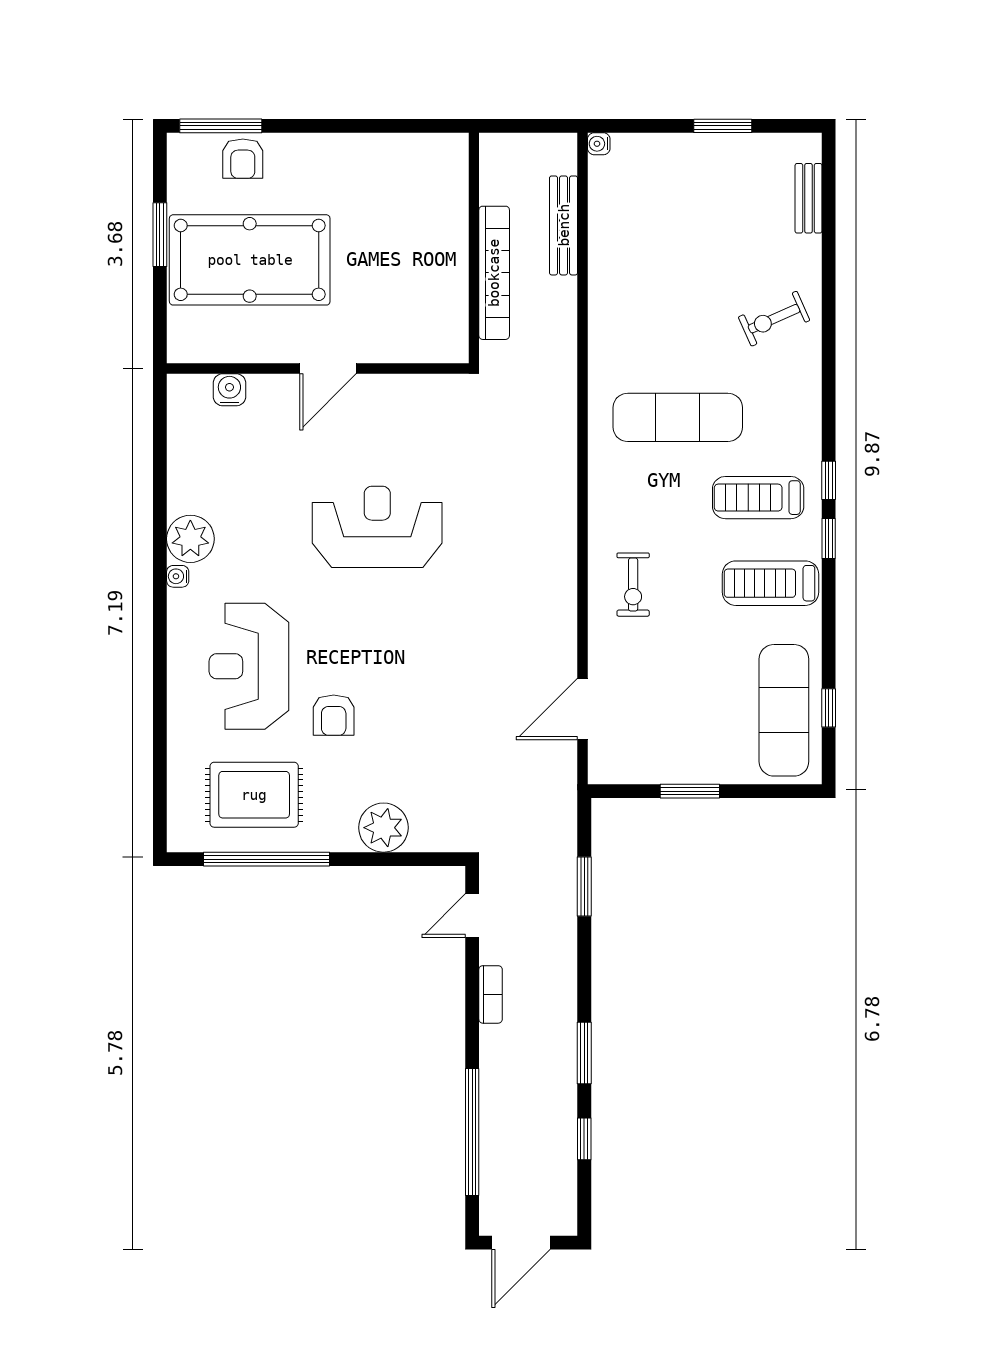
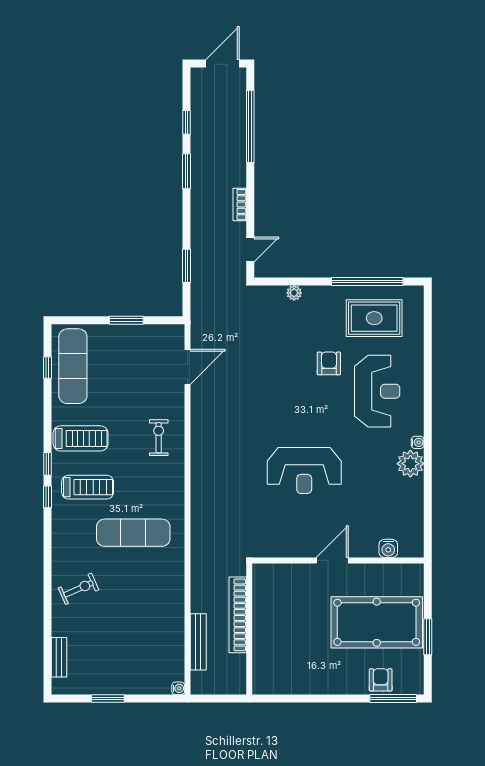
plant: (383, 828) -> (294, 293), width x0.53, depth x0.53

